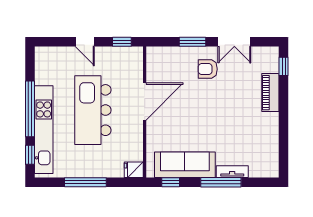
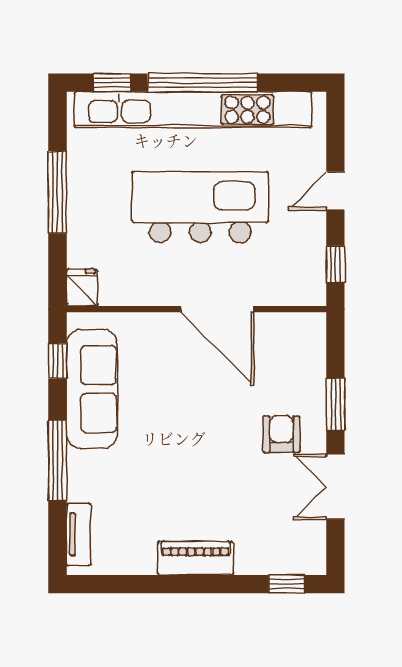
piano: (270, 93) -> (195, 558), moved
kitchen unit: (44, 130) -> (193, 110), width x1.36
tv unit: (232, 172) -> (79, 534), moved

